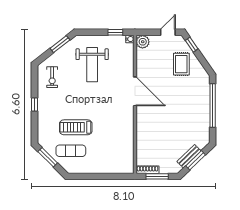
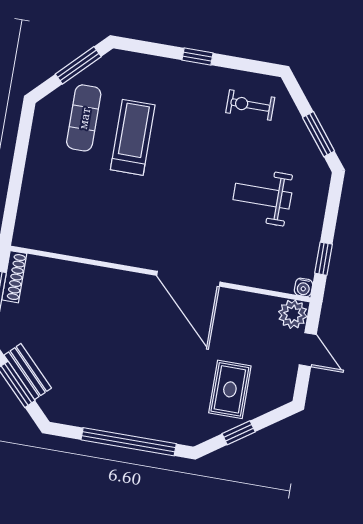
door: (168, 32) -> (308, 350), moved
window: (192, 45) -> (239, 433), moved
rug: (181, 64) -> (230, 389), turned 90
weight bench: (92, 65) -> (262, 196), width x0.73, depth x0.75
door: (135, 91) -> (188, 279), hinge flipped

